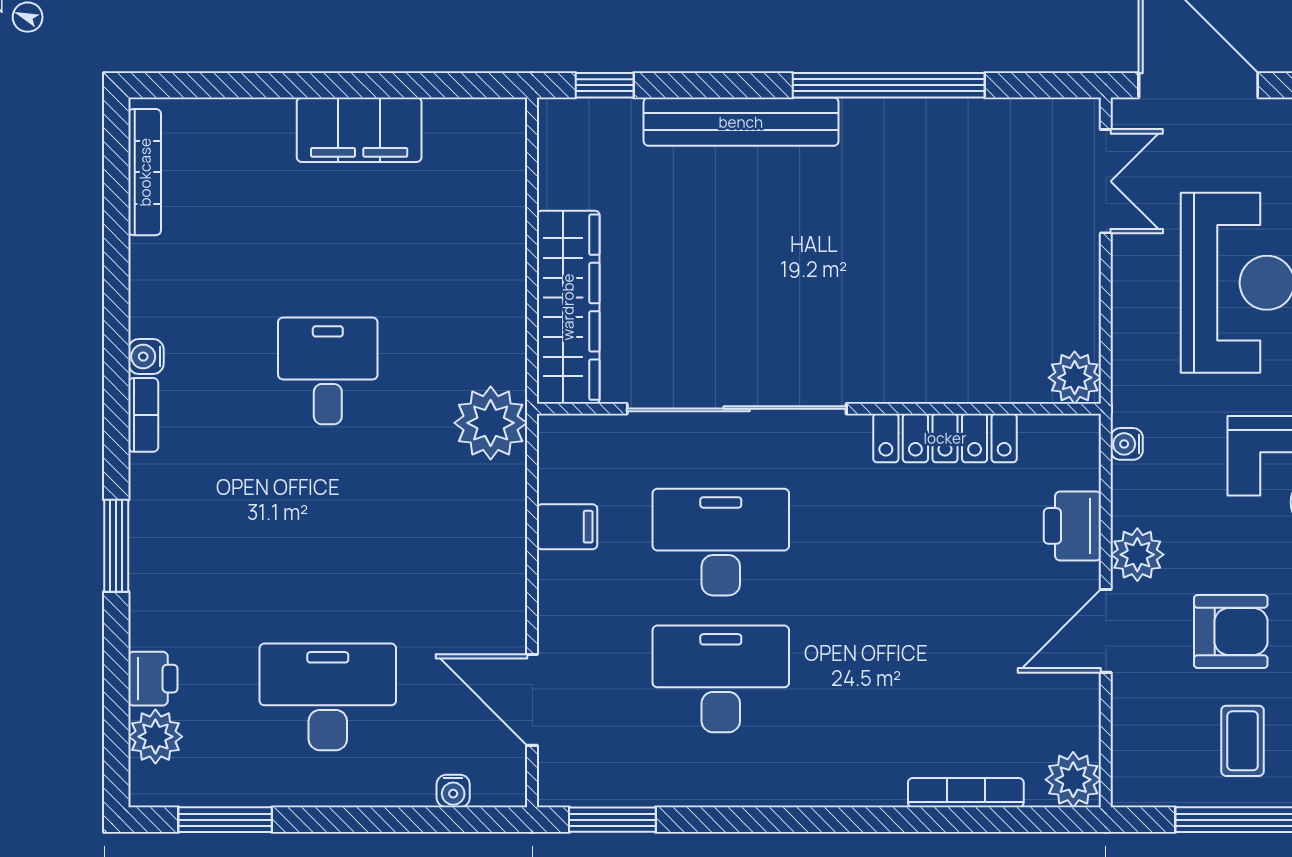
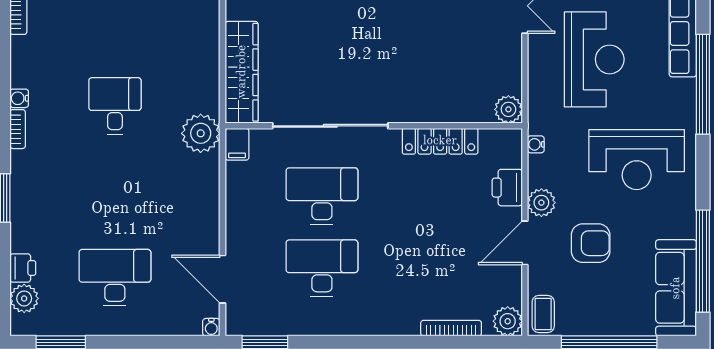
filing cabinet: (567, 527) -> (237, 144), moved, turned 90
coffee table: (1243, 741) -> (543, 314), moved
water cooler: (453, 791) -> (211, 327), moved

